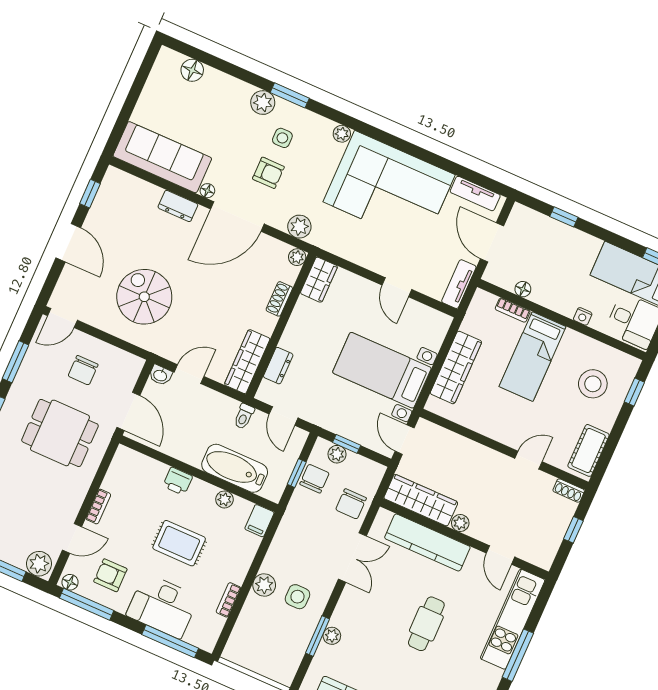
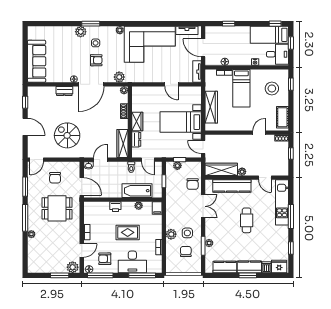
floor lamp: (192, 70) -> (45, 31), removed
sofa: (162, 157) -> (37, 61), moved, turned 90
wardrobe: (319, 280) -> (137, 122), moved
chair: (314, 479) -> (186, 252), moved

